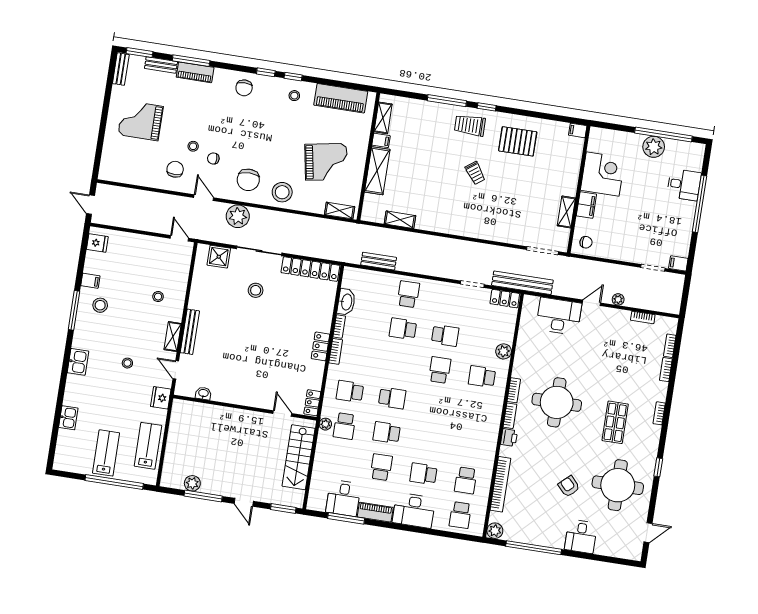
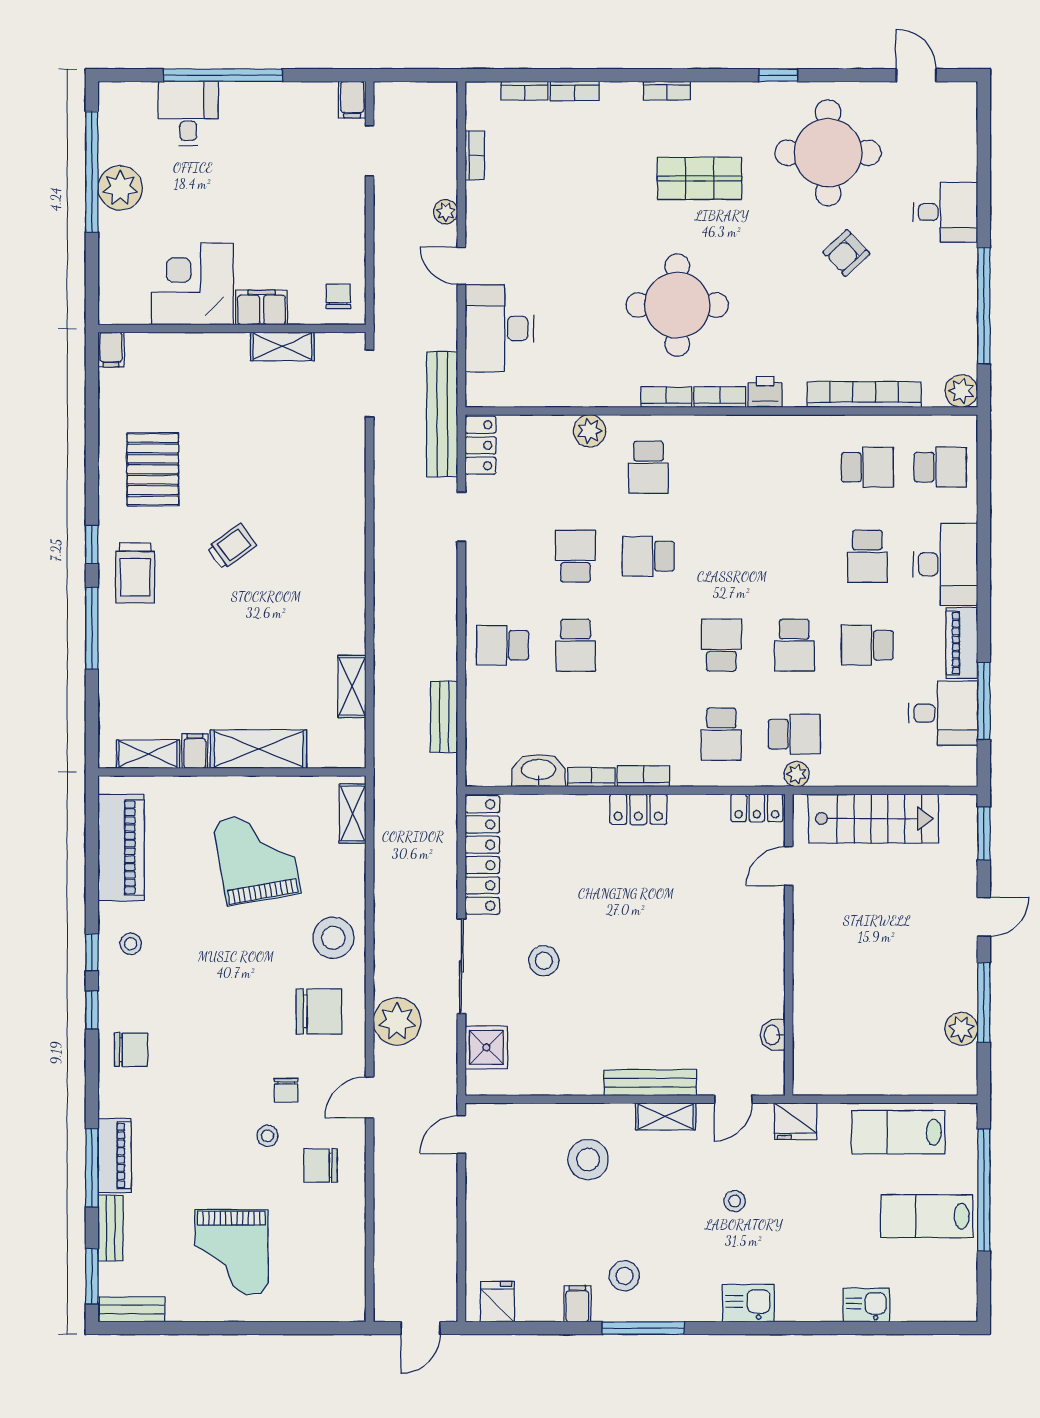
stool: (158, 297) -> (588, 1159), width x1.89, depth x1.89

